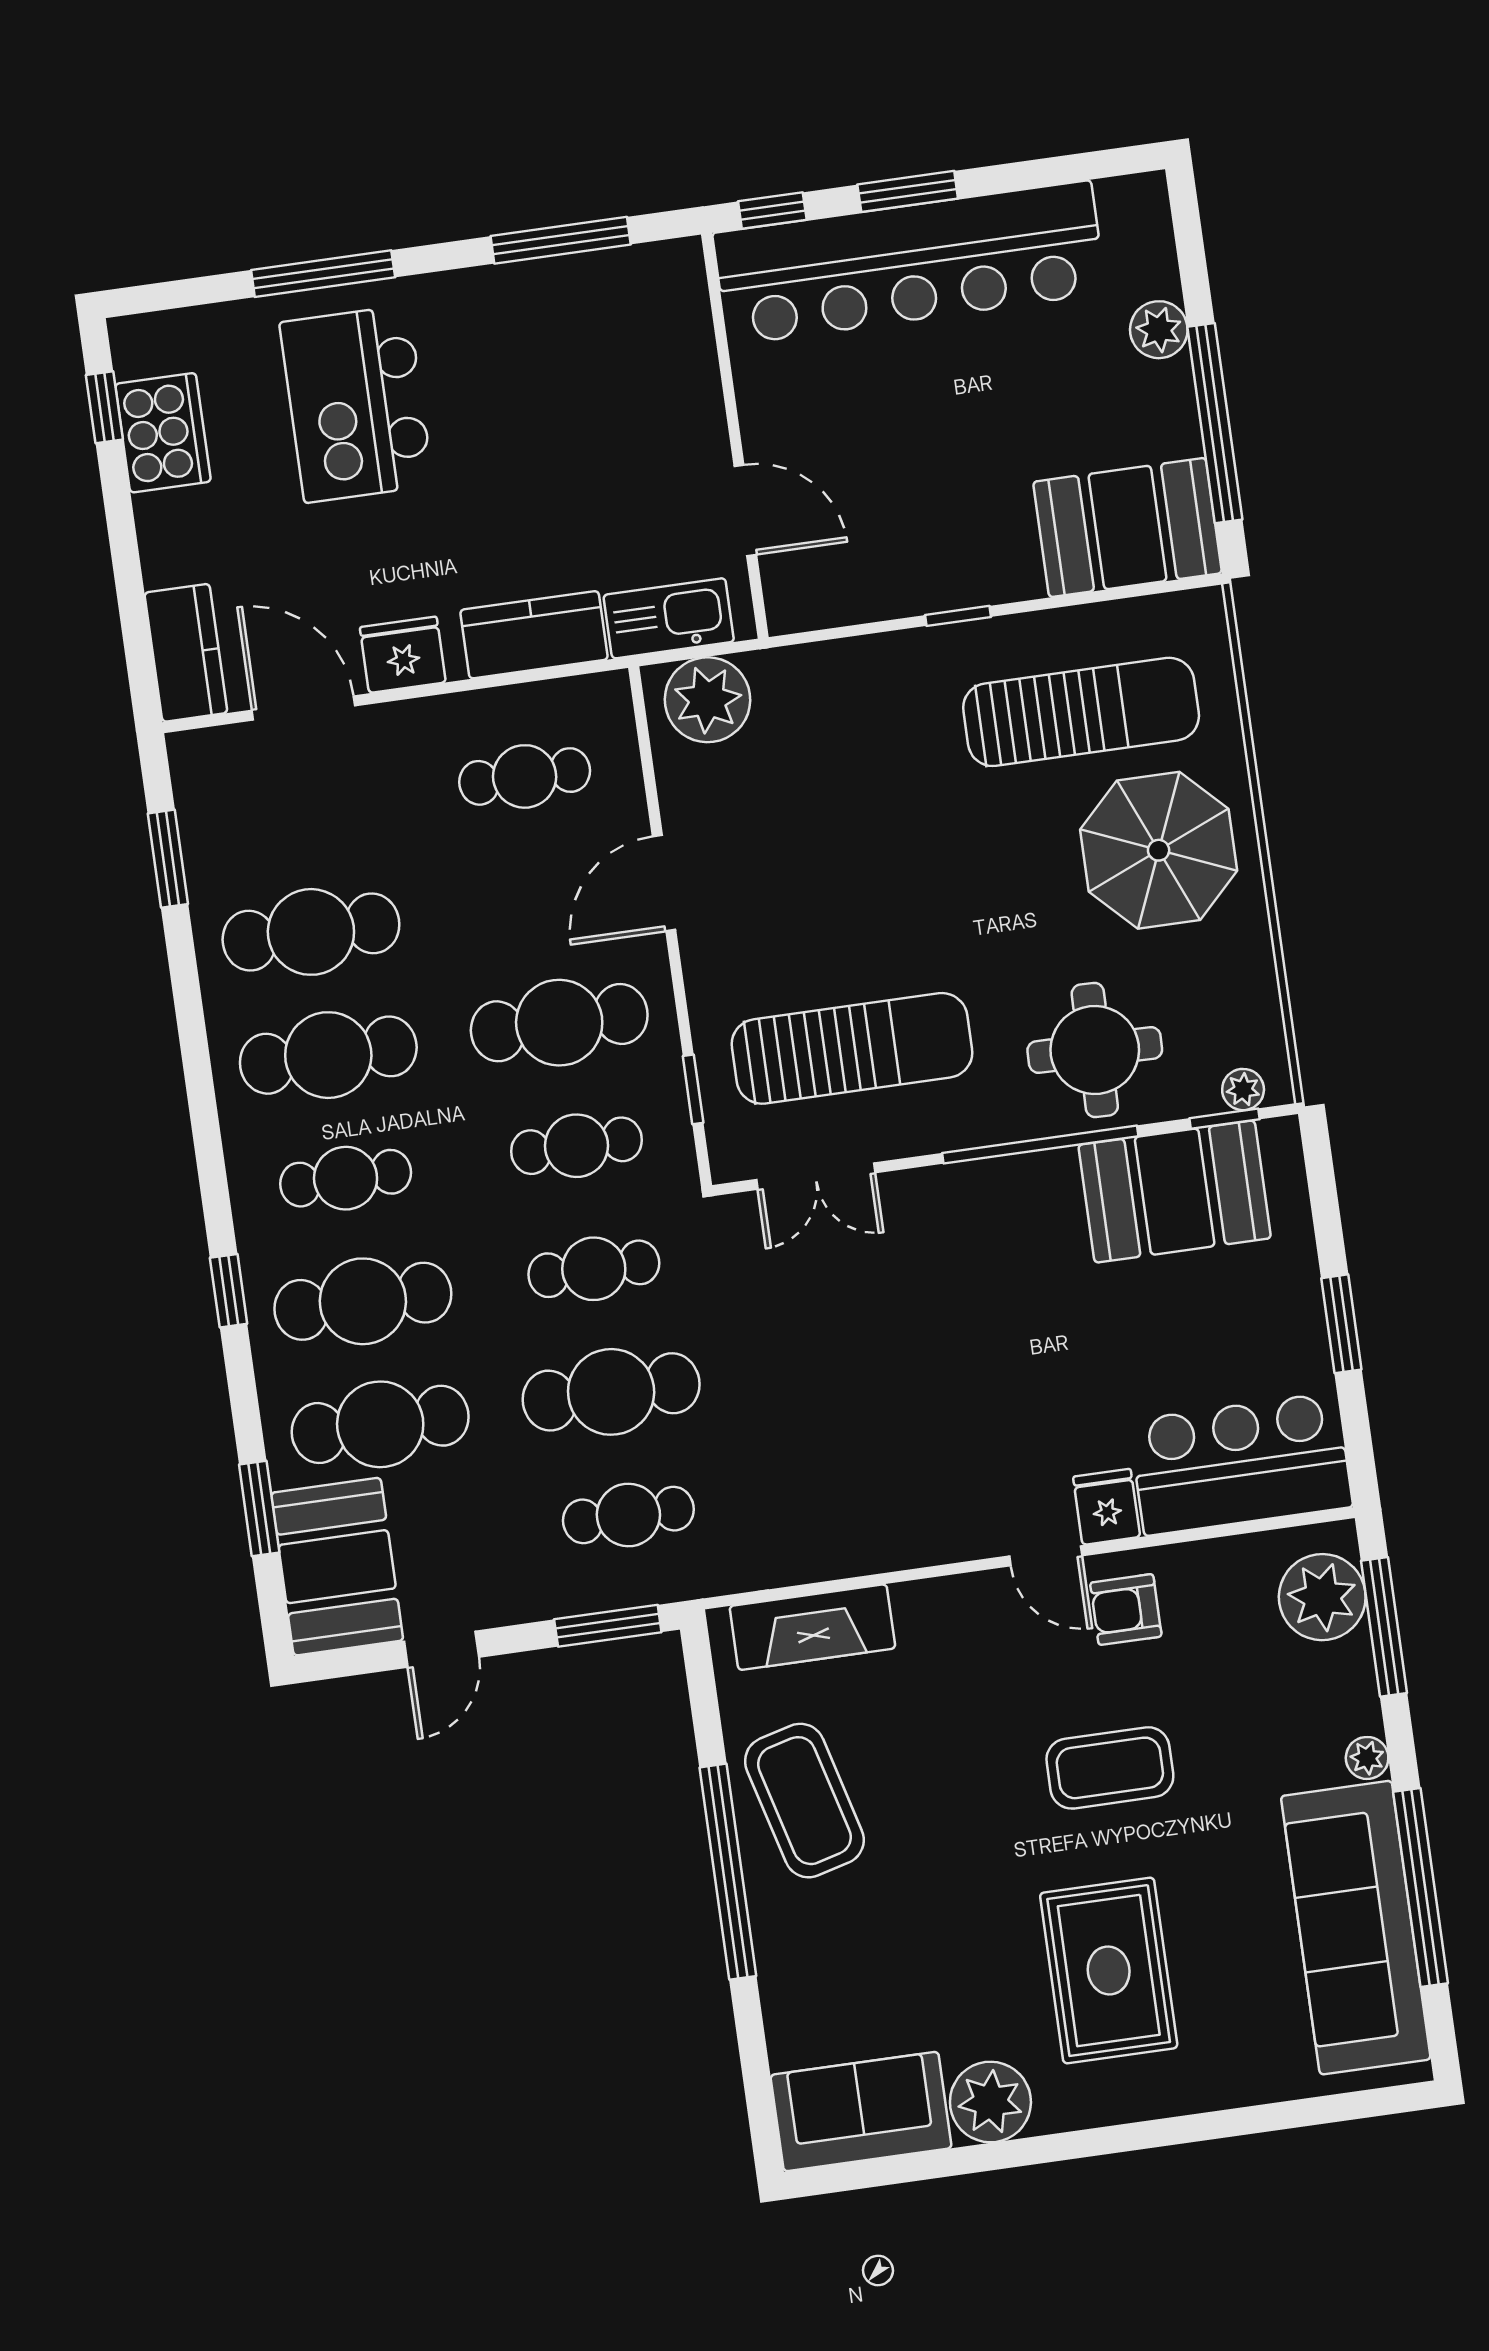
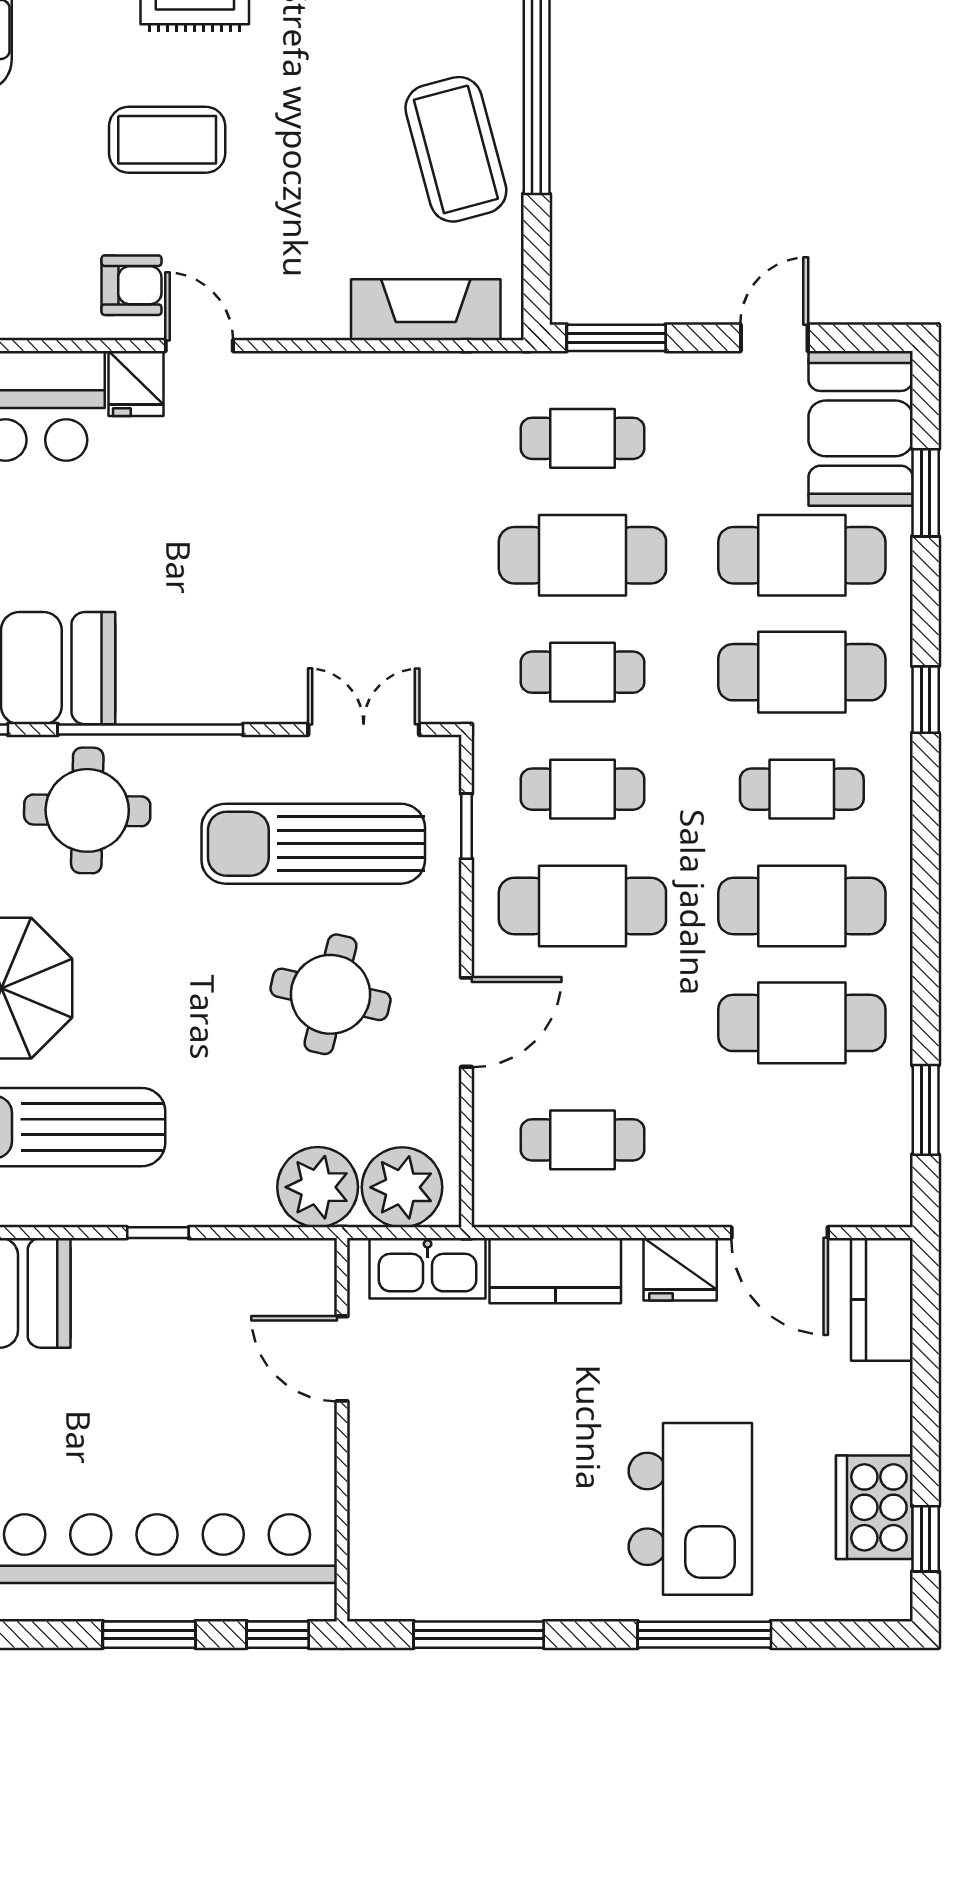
plant: (796, 687) -> (318, 1187), added
round table: (811, 892) -> (330, 994), added

